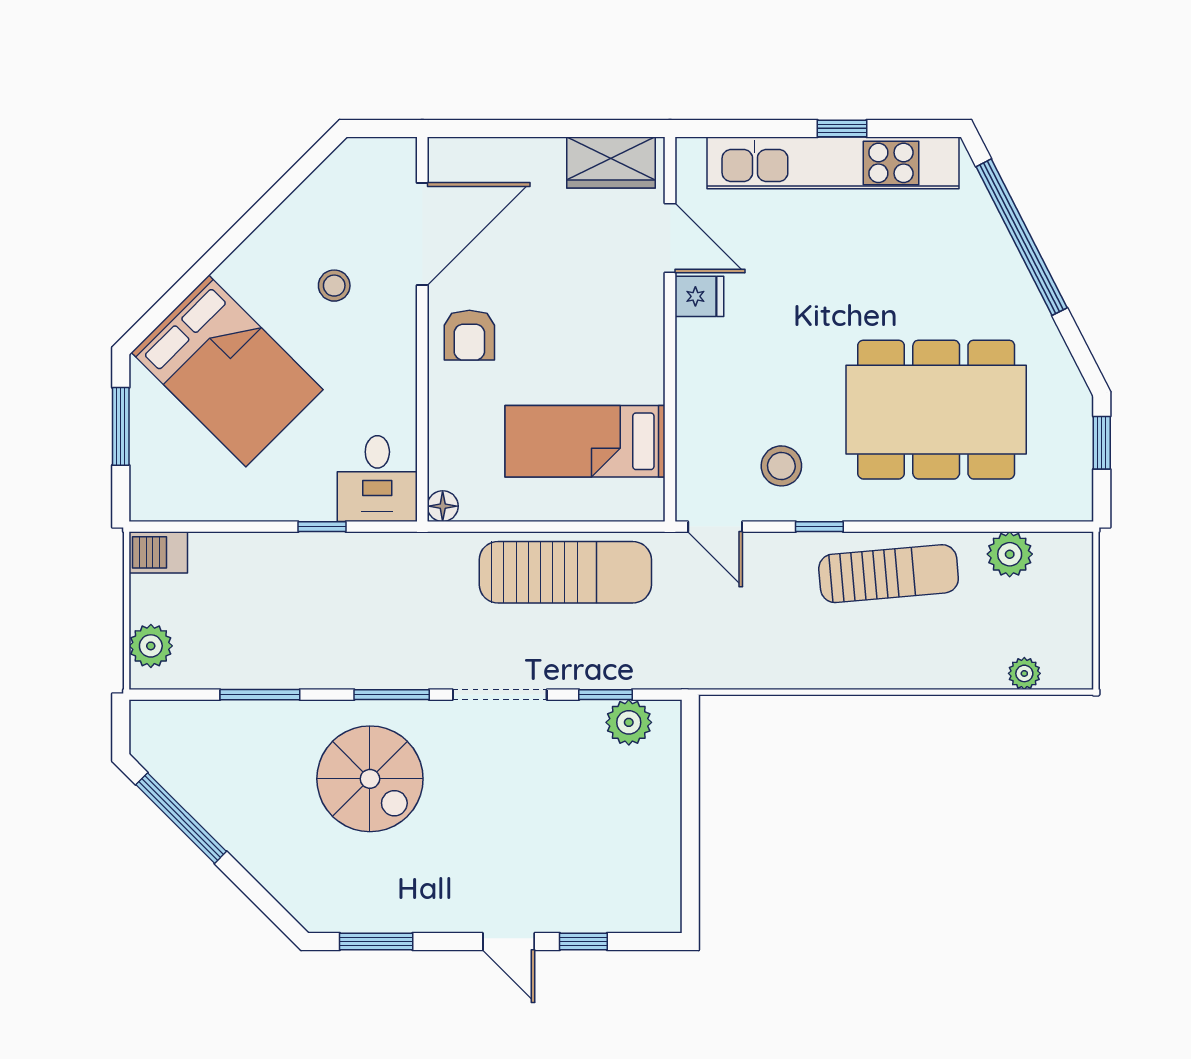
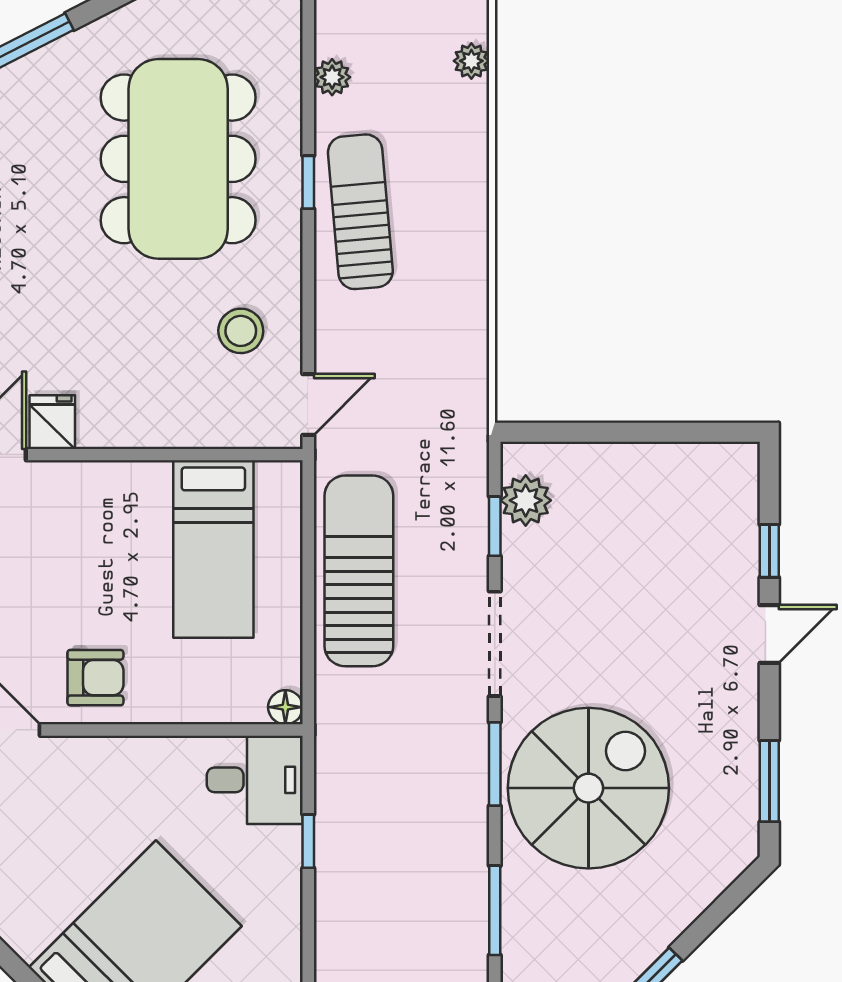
stool: (334, 286) -> (40, 828), removed
window: (819, 527) -> (308, 182), moved
plant: (1010, 554) -> (332, 77), width x0.73, depth x0.73
spiral stairs: (370, 779) -> (588, 788), width x1.37, depth x1.37

